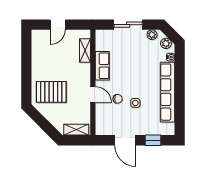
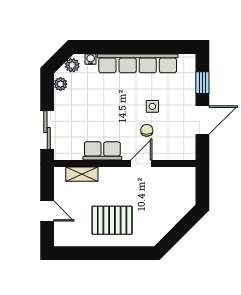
sliding door: (128, 25) -> (47, 130), moved
pallet: (51, 92) -> (112, 220), moved, turned 90
shelving: (76, 130) -> (188, 186), removed

